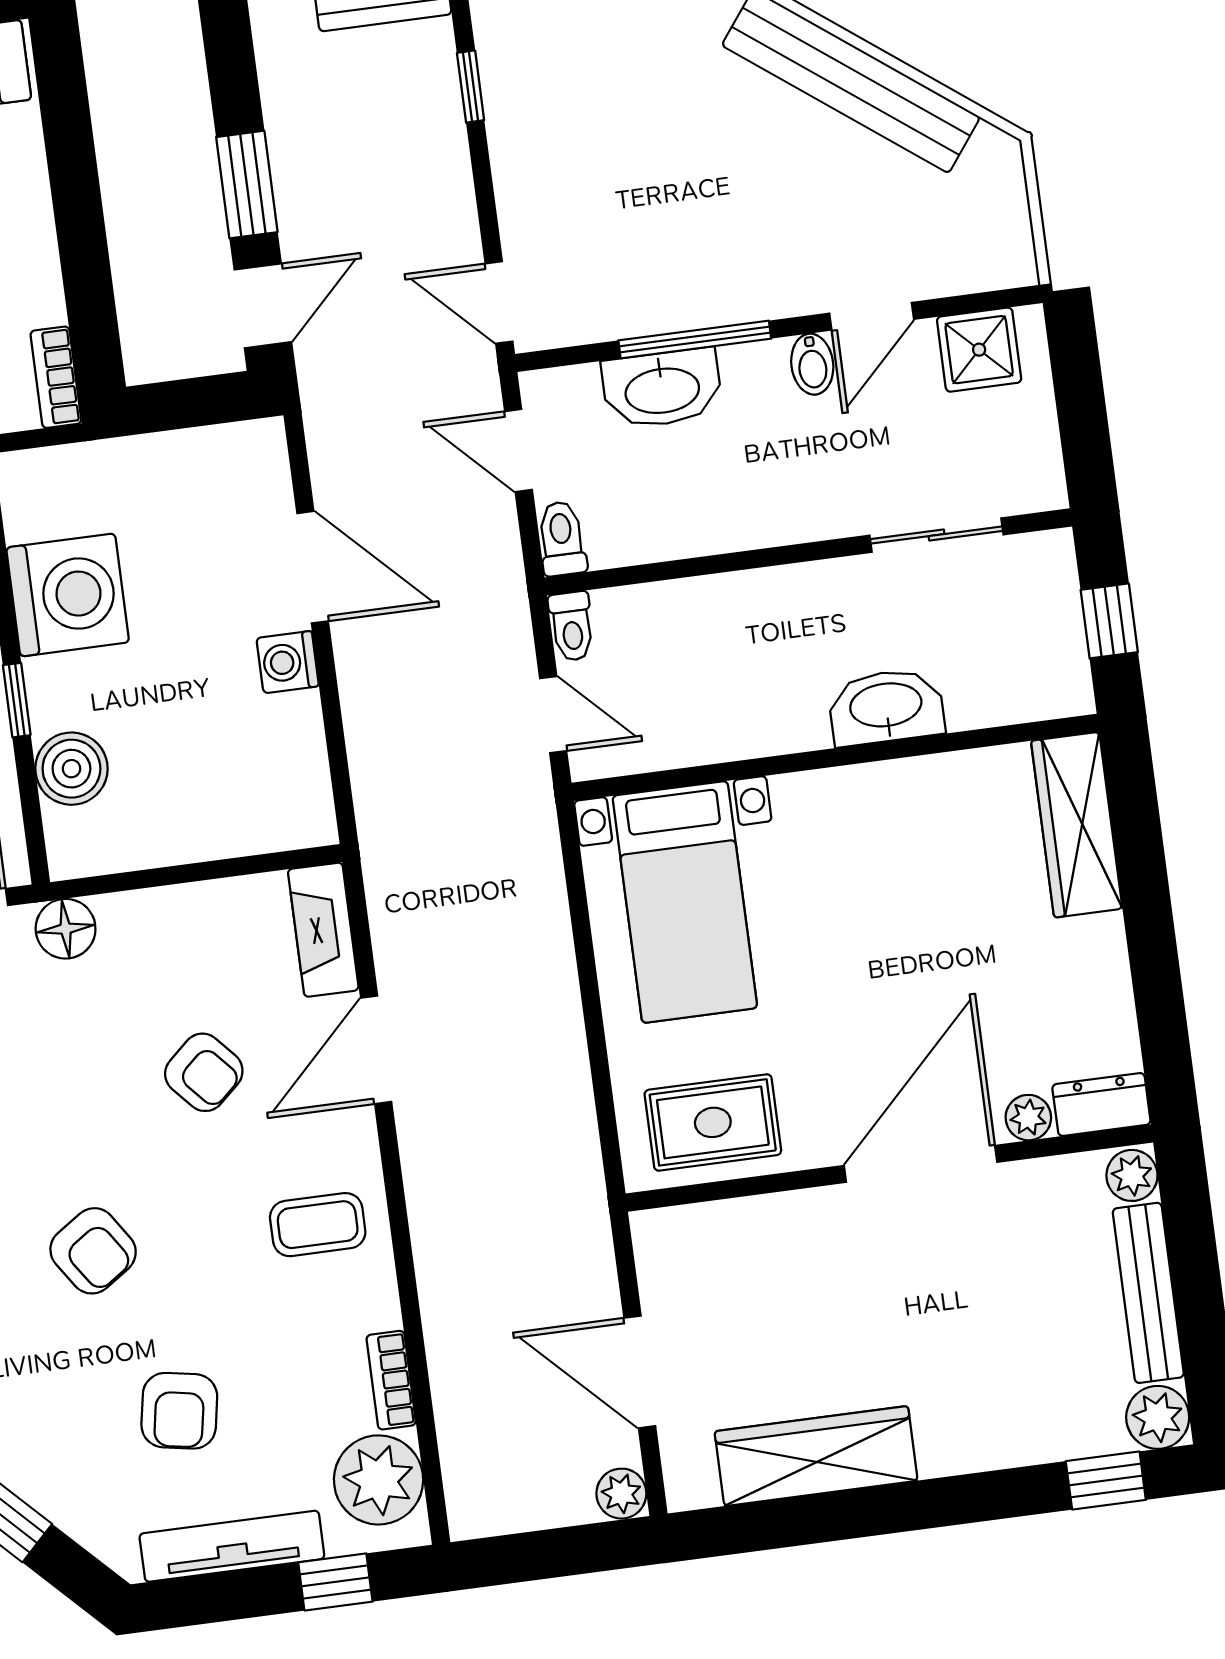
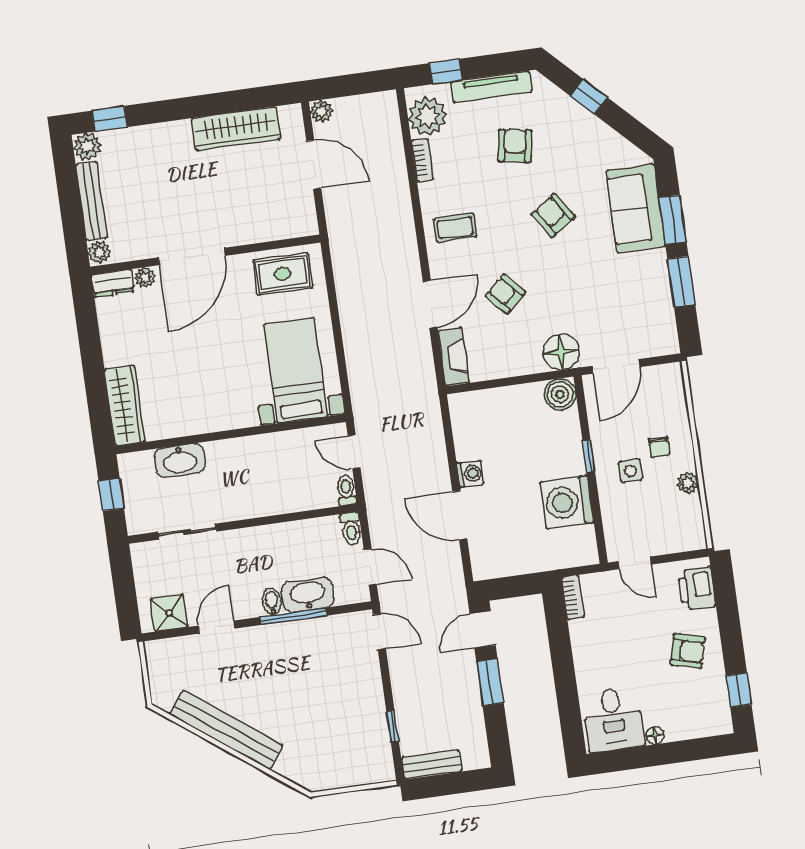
bidet: (812, 364) -> (272, 602), moved
washbasin: (886, 707) -> (180, 460), moved
boiler: (71, 769) -> (560, 394), moved
floor lamp: (66, 929) -> (561, 352), width x1.38, depth x1.38

